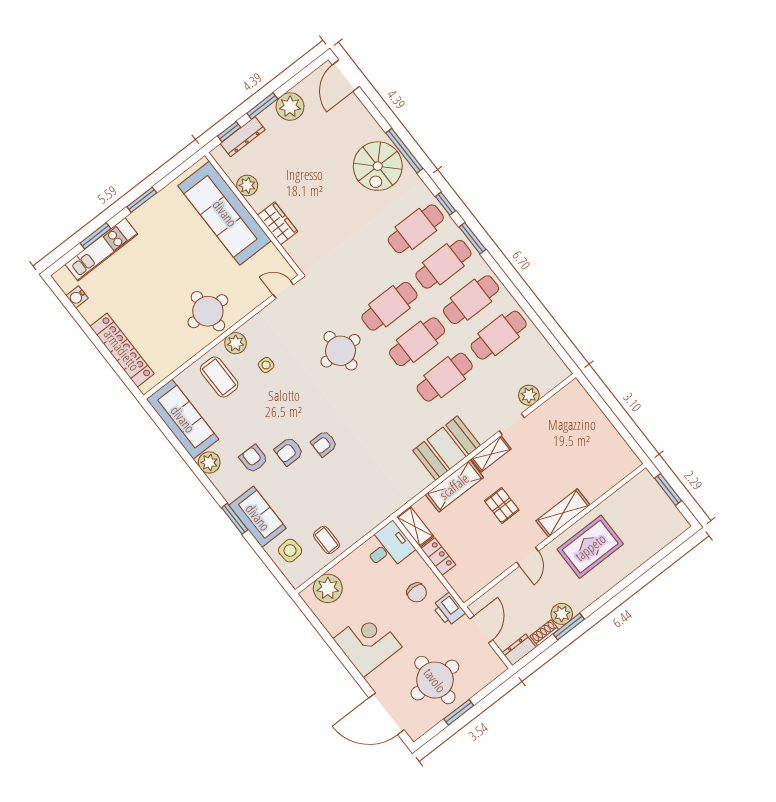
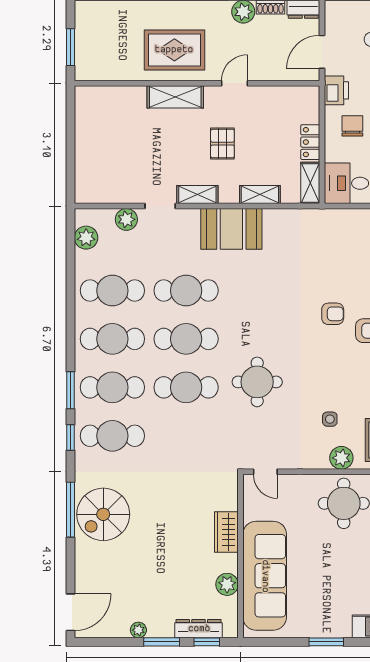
plant: (290, 107) -> (138, 630), width x0.53, depth x0.53
spiral stairs: (378, 166) -> (103, 514), turned 180
plant: (548, 359) -> (86, 238), added
shelving: (454, 486) -> (260, 195), width x0.67, depth x0.75

